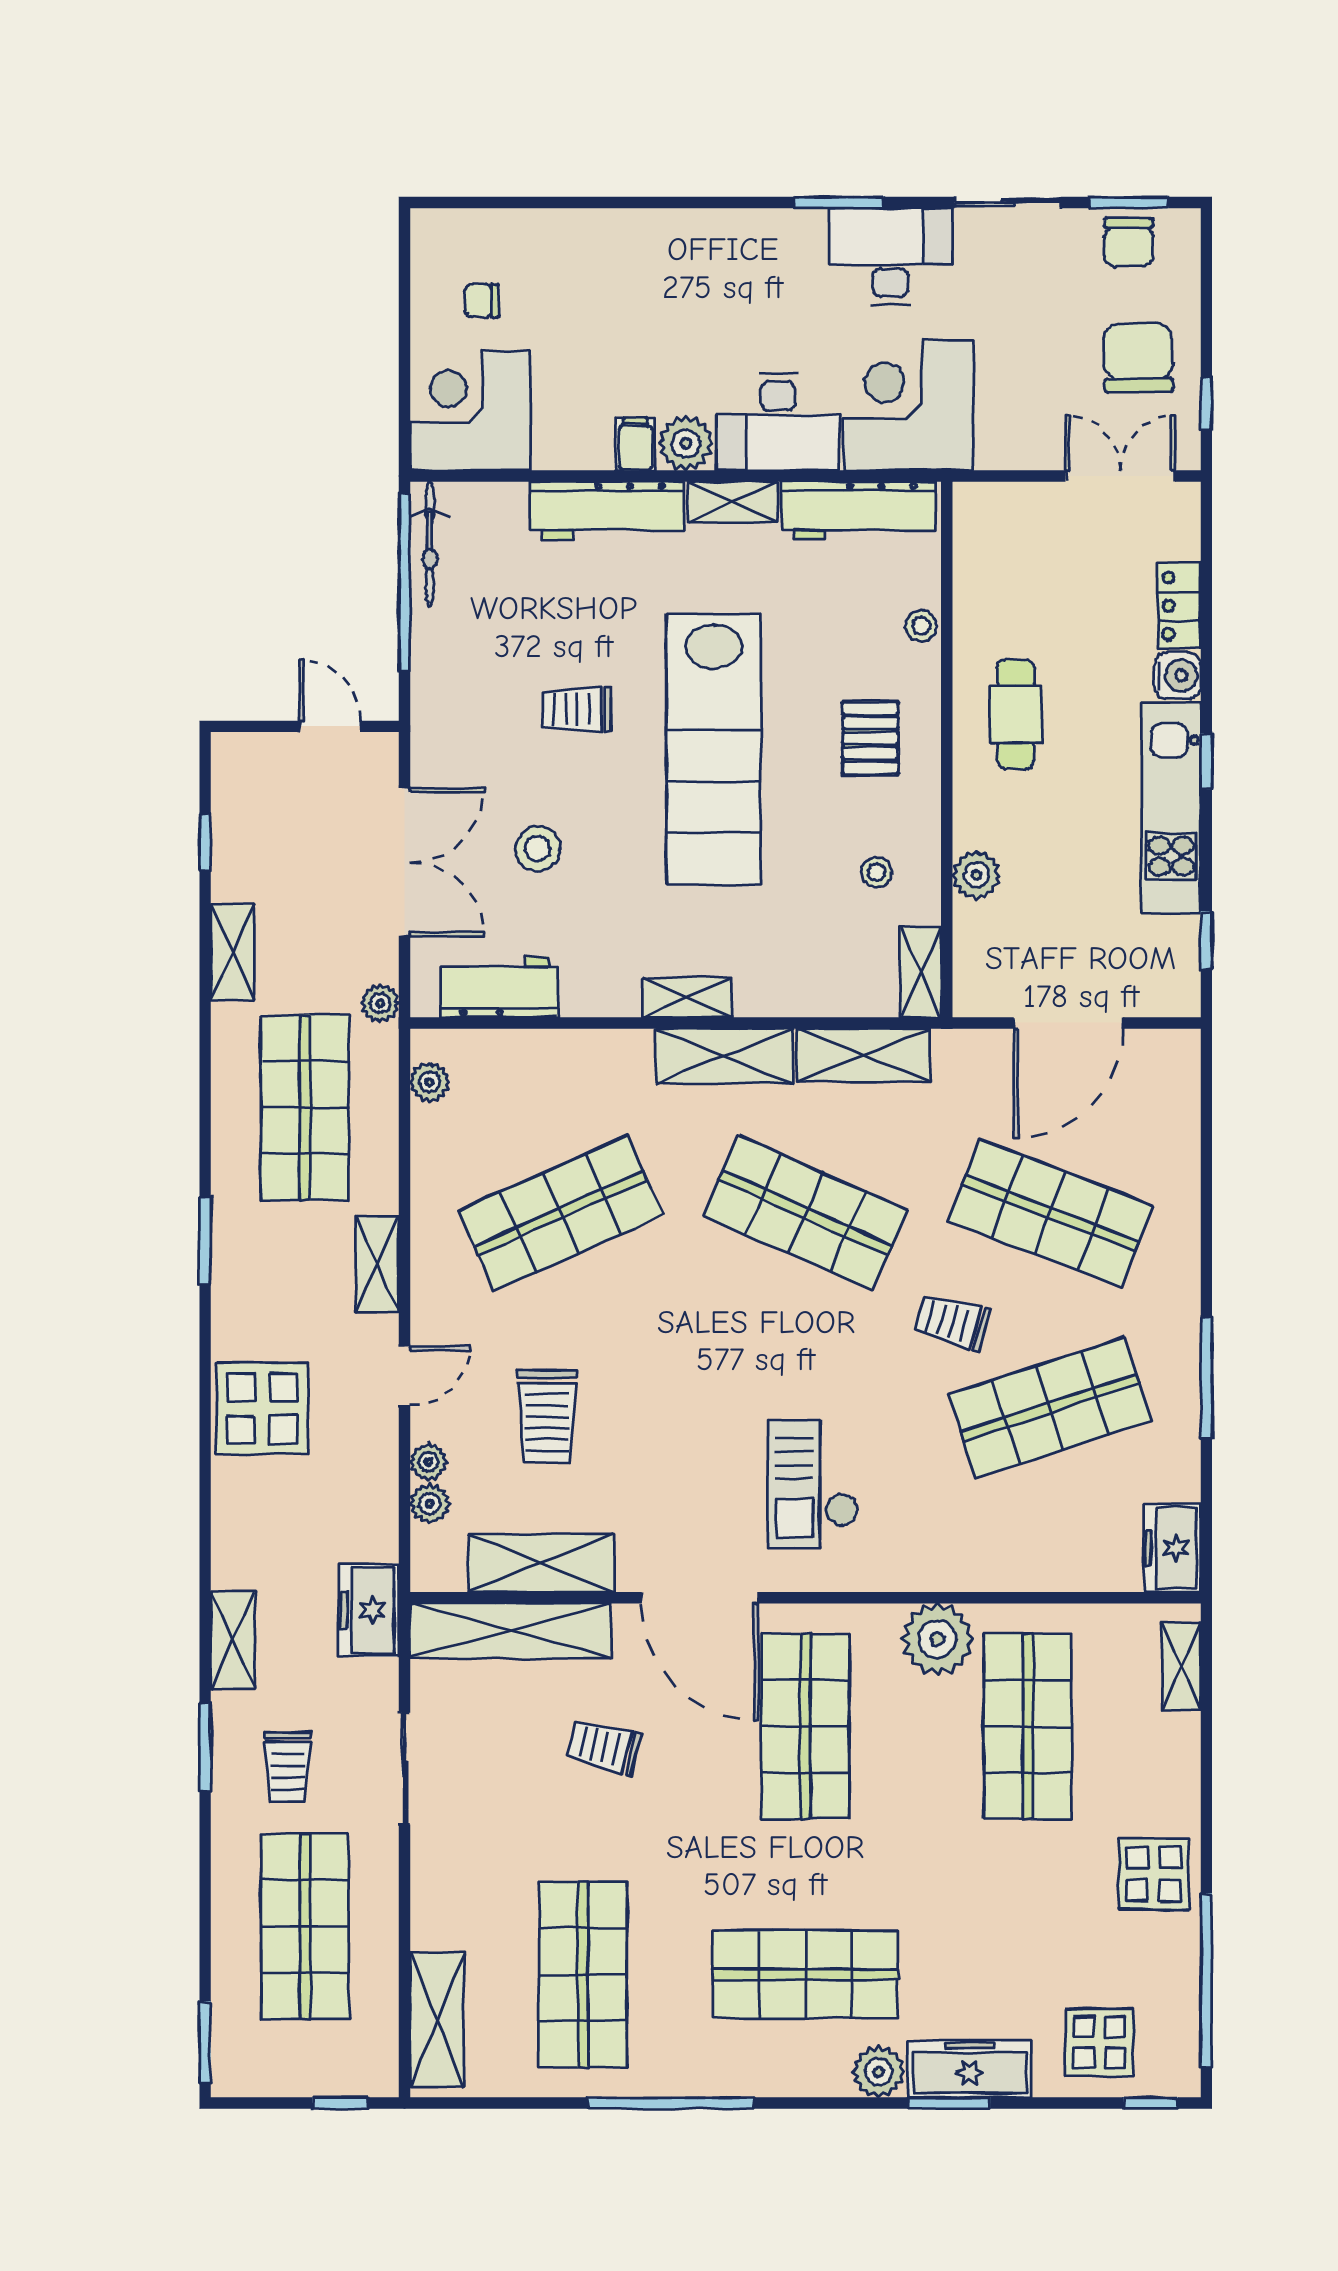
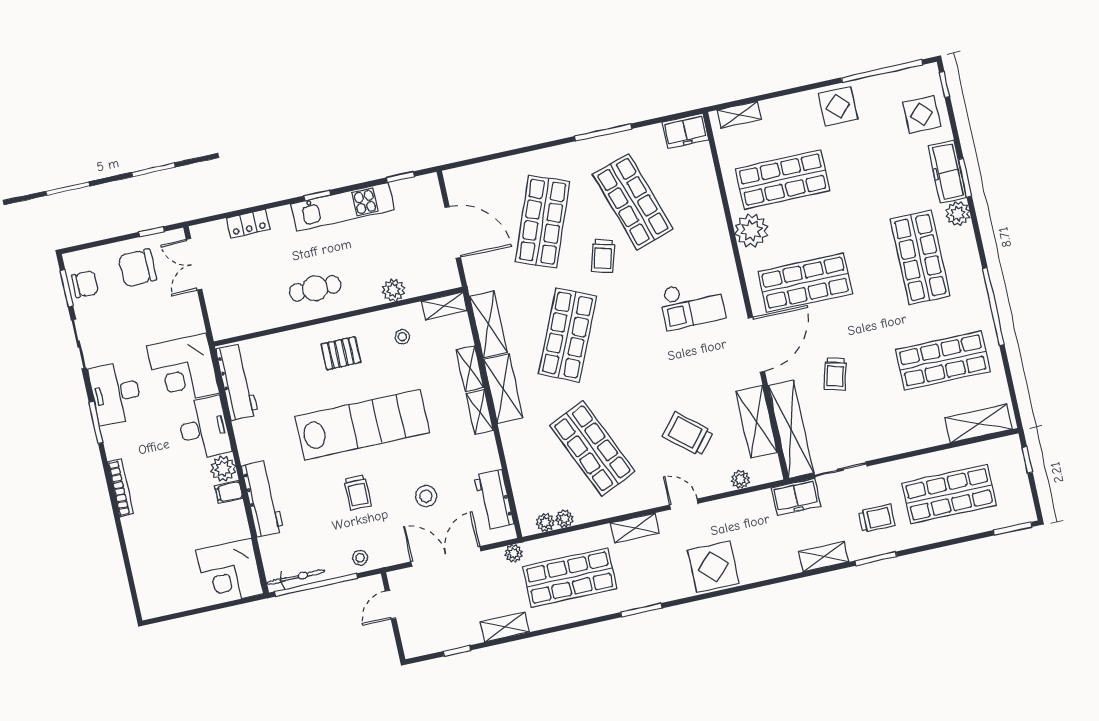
bookcase: (693, 223) -> (121, 488), added
chair: (481, 301) -> (178, 578), removed
shelving: (733, 502) -> (470, 369), moved
stool: (921, 626) -> (360, 558), moved
water cooler: (1178, 675) -> (281, 217), removed
trolley: (547, 1416) -> (688, 434), turned -140
plant: (428, 1462) -> (565, 519), moved
sliding door: (404, 1769) -> (841, 470), moved

